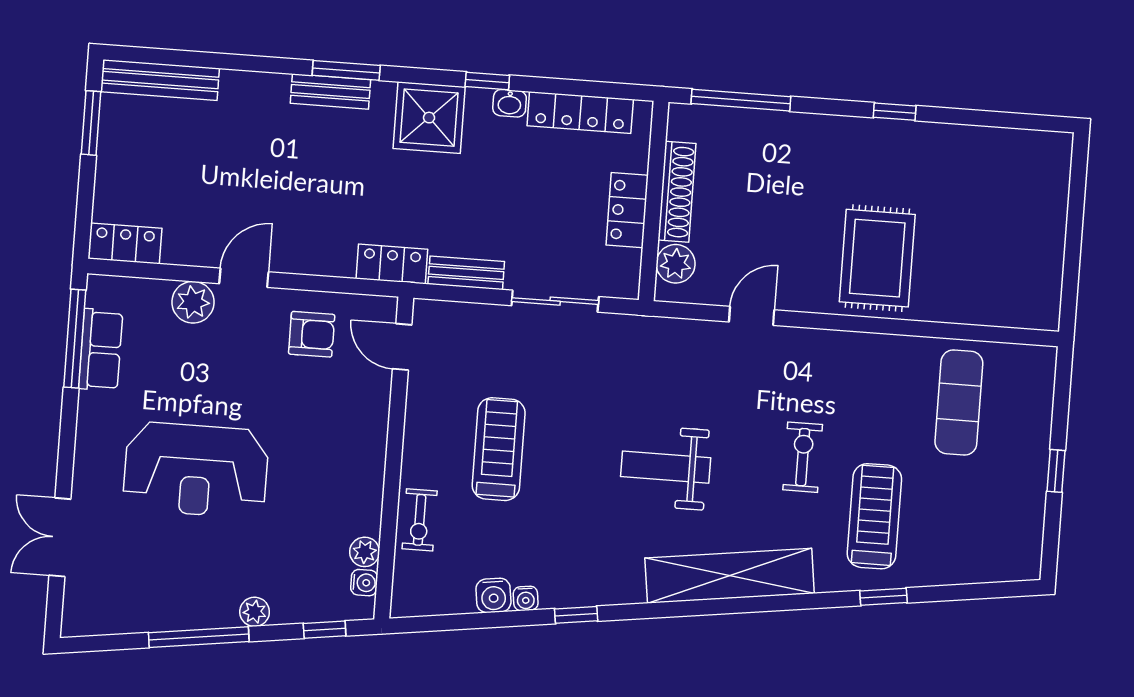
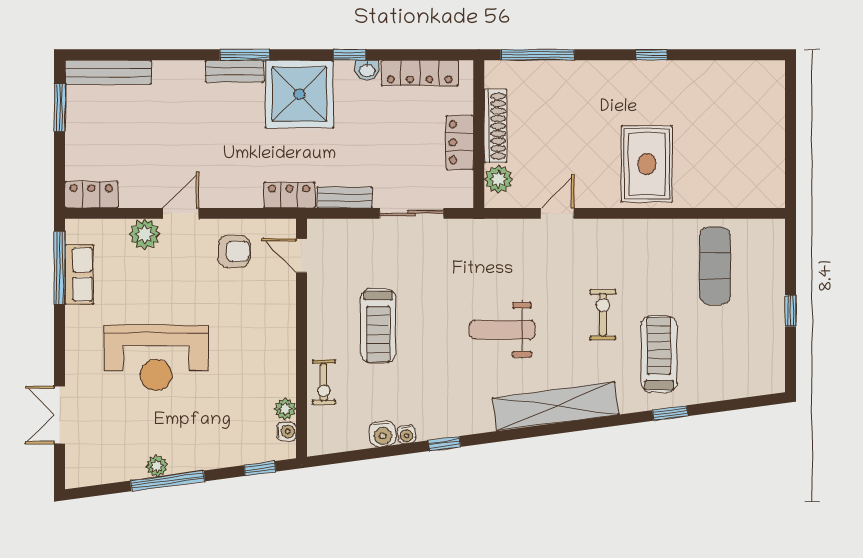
shower: (429, 118) -> (299, 94), width x1.37, depth x1.37
treadmill: (499, 449) -> (378, 326), turned 180
plant: (255, 612) -> (157, 466), moved

